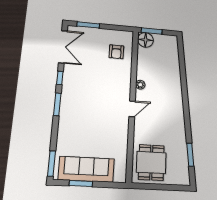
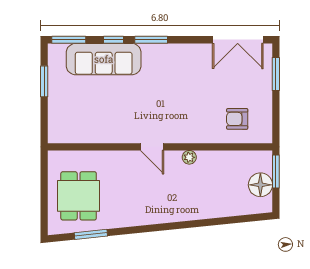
floor lamp: (145, 40) -> (260, 185), moved
window: (60, 78) -> (114, 40), moved
dining table: (151, 162) -> (79, 196), moved, turned 90
sofa: (86, 169) -> (104, 59), moved, turned 90

